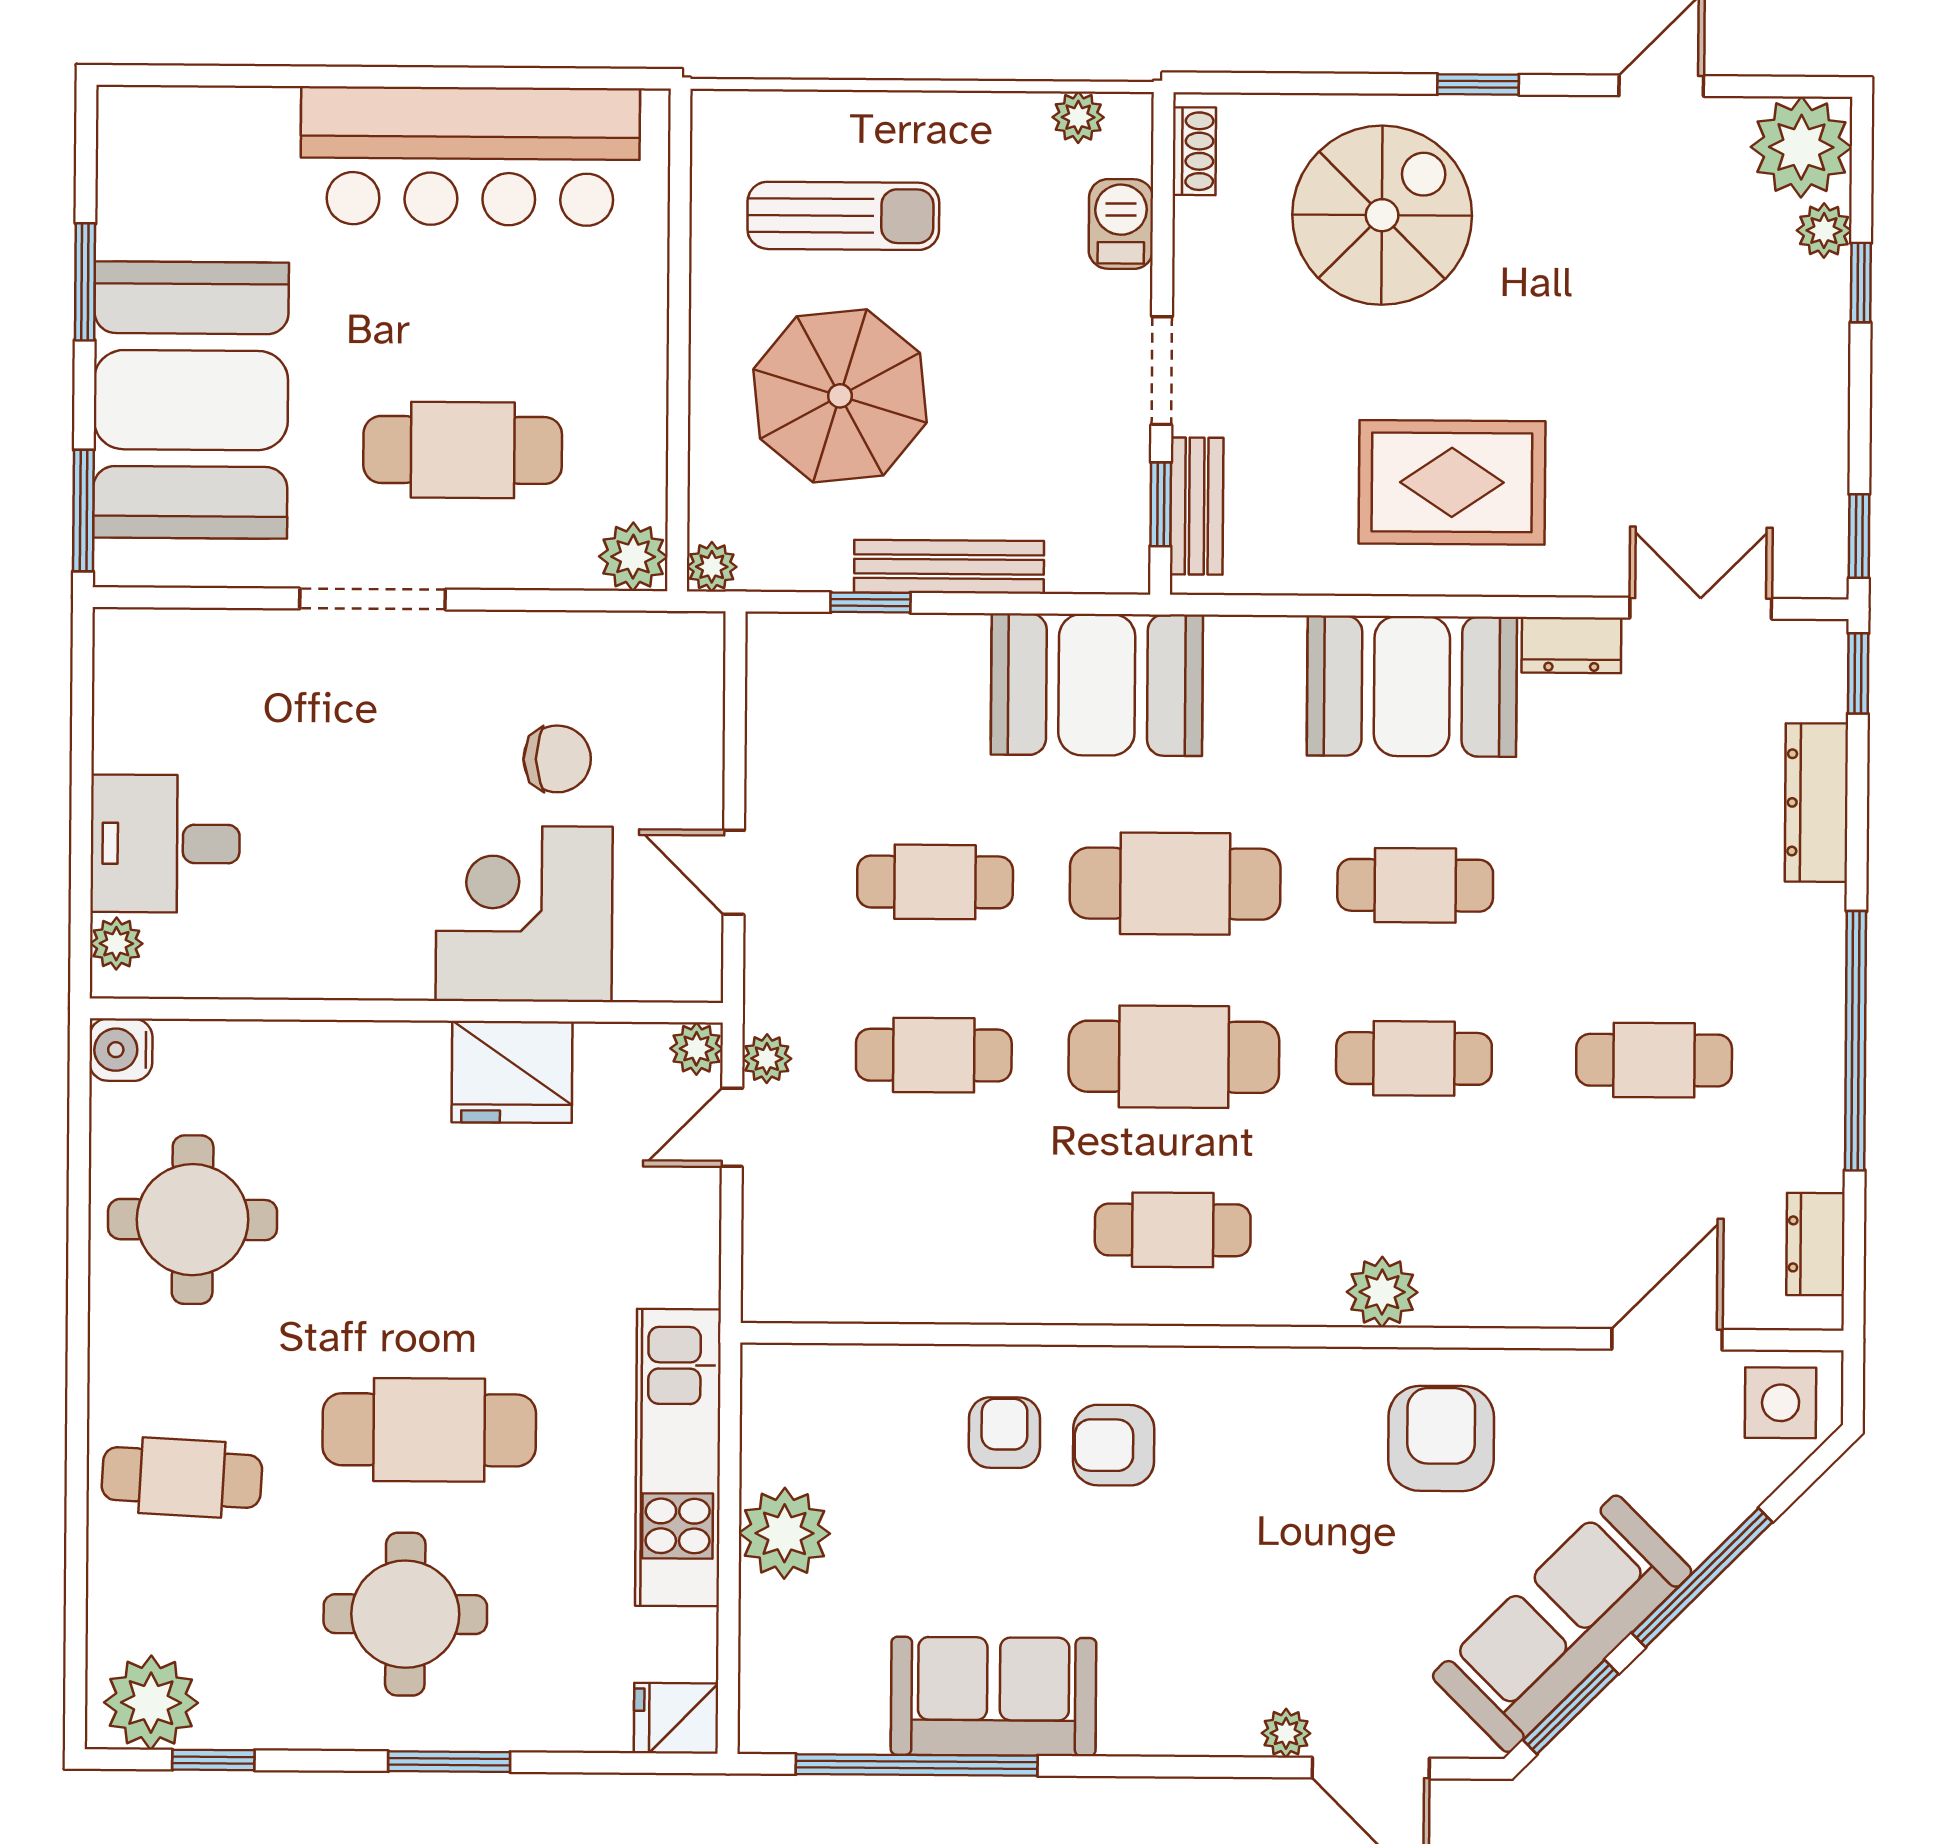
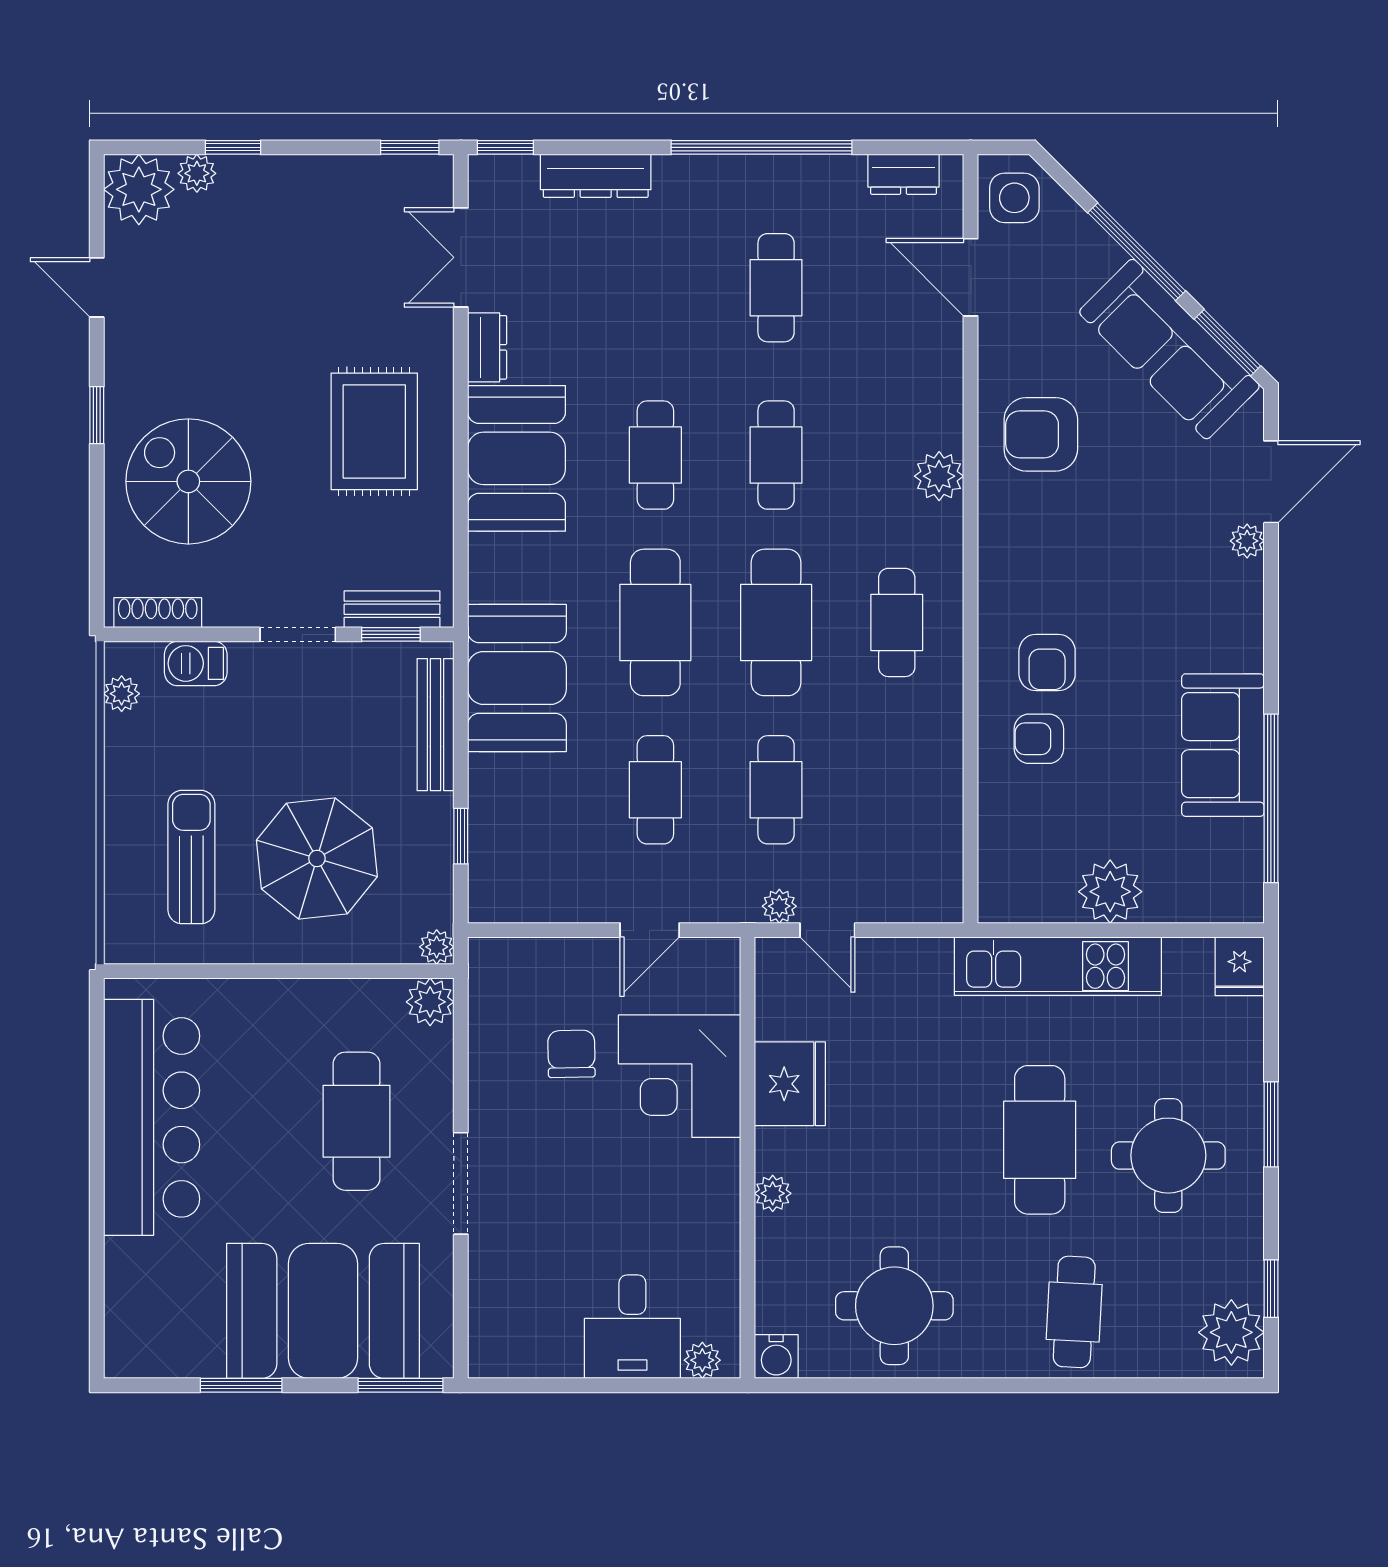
shoe rack: (1194, 151) -> (158, 613), width x1.43
bench: (949, 567) -> (436, 725), moved
plant: (696, 1049) -> (773, 1193), moved

